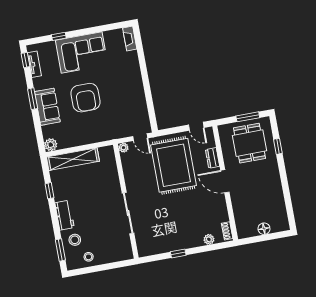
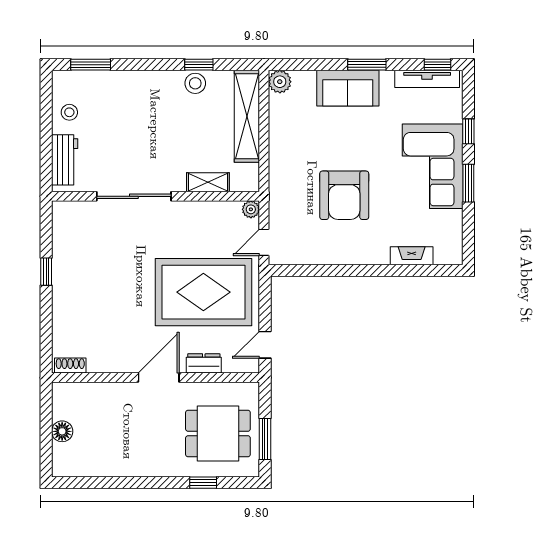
window: (87, 31) -> (468, 183), added
fireplace: (130, 38) -> (412, 256), moved
tv unit: (34, 64) -> (427, 79), width x1.41
armchair: (85, 98) -> (344, 195), moved, turned -90
shelving: (113, 174) -> (208, 182), added
workbench: (65, 215) -> (65, 160), moved, turned -90
plant: (209, 239) -> (61, 331), removed
stool: (75, 240) -> (195, 83), moved

